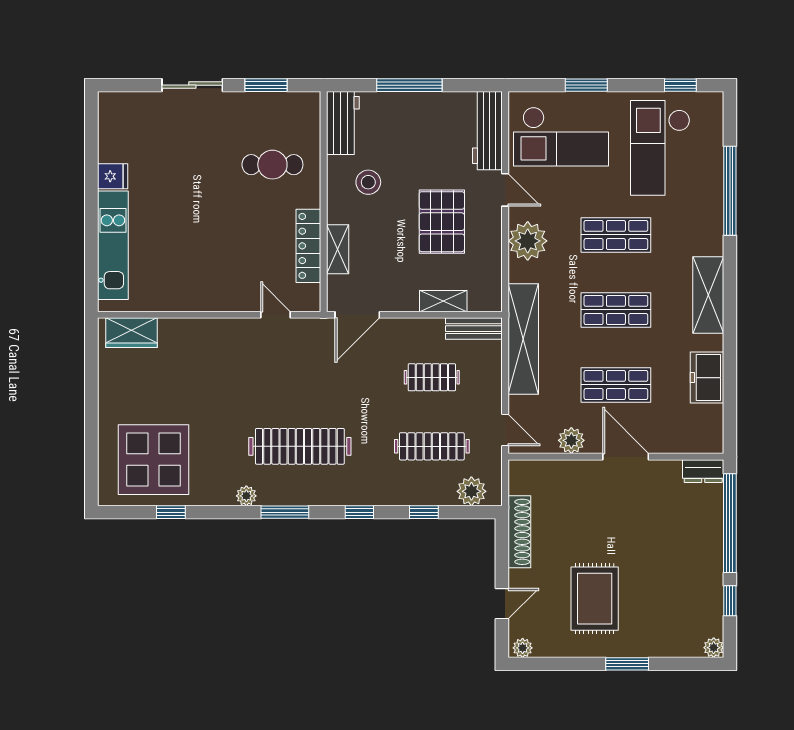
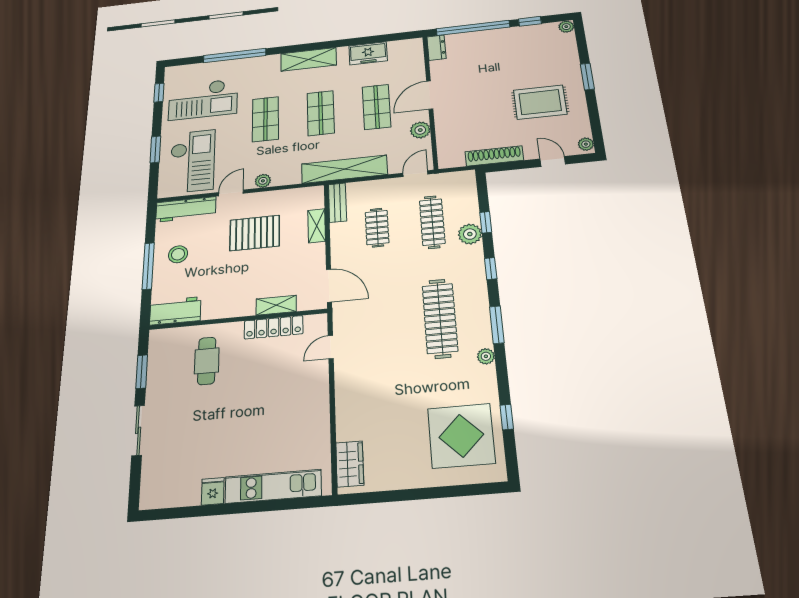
stool: (368, 182) -> (178, 254), moved
plant: (528, 241) -> (263, 181), width x0.53, depth x0.53
plant: (471, 491) -> (470, 234), moved

